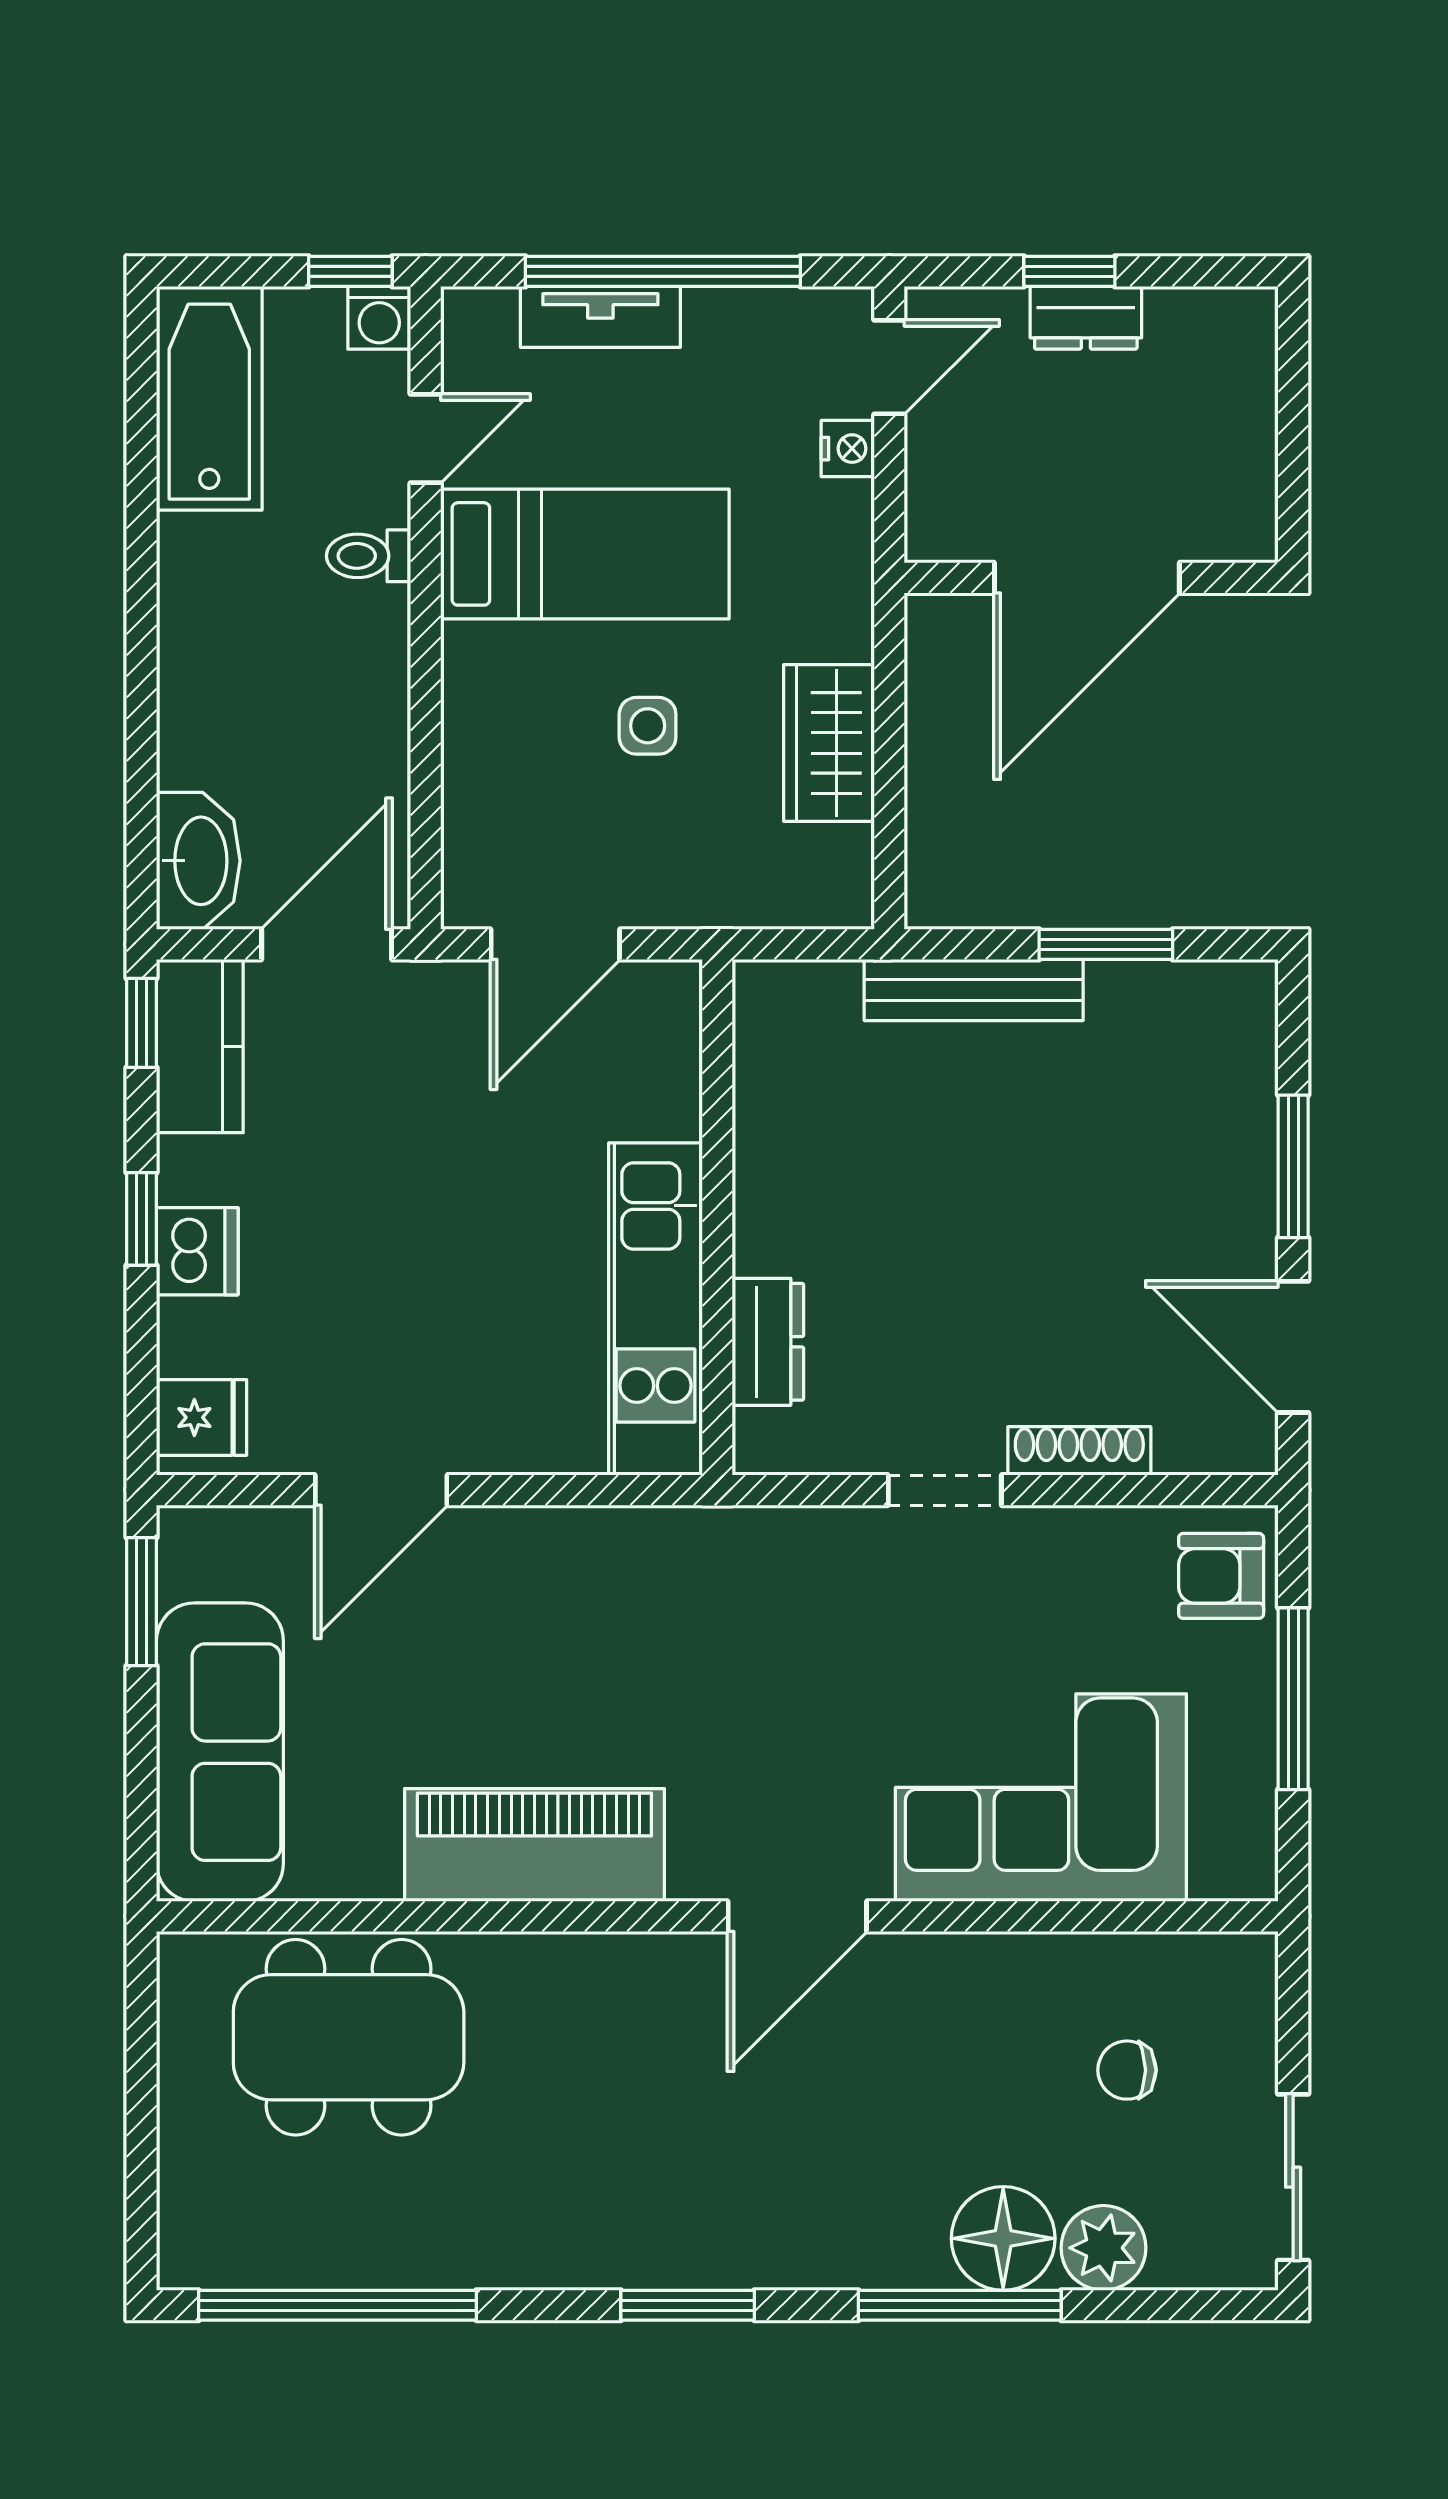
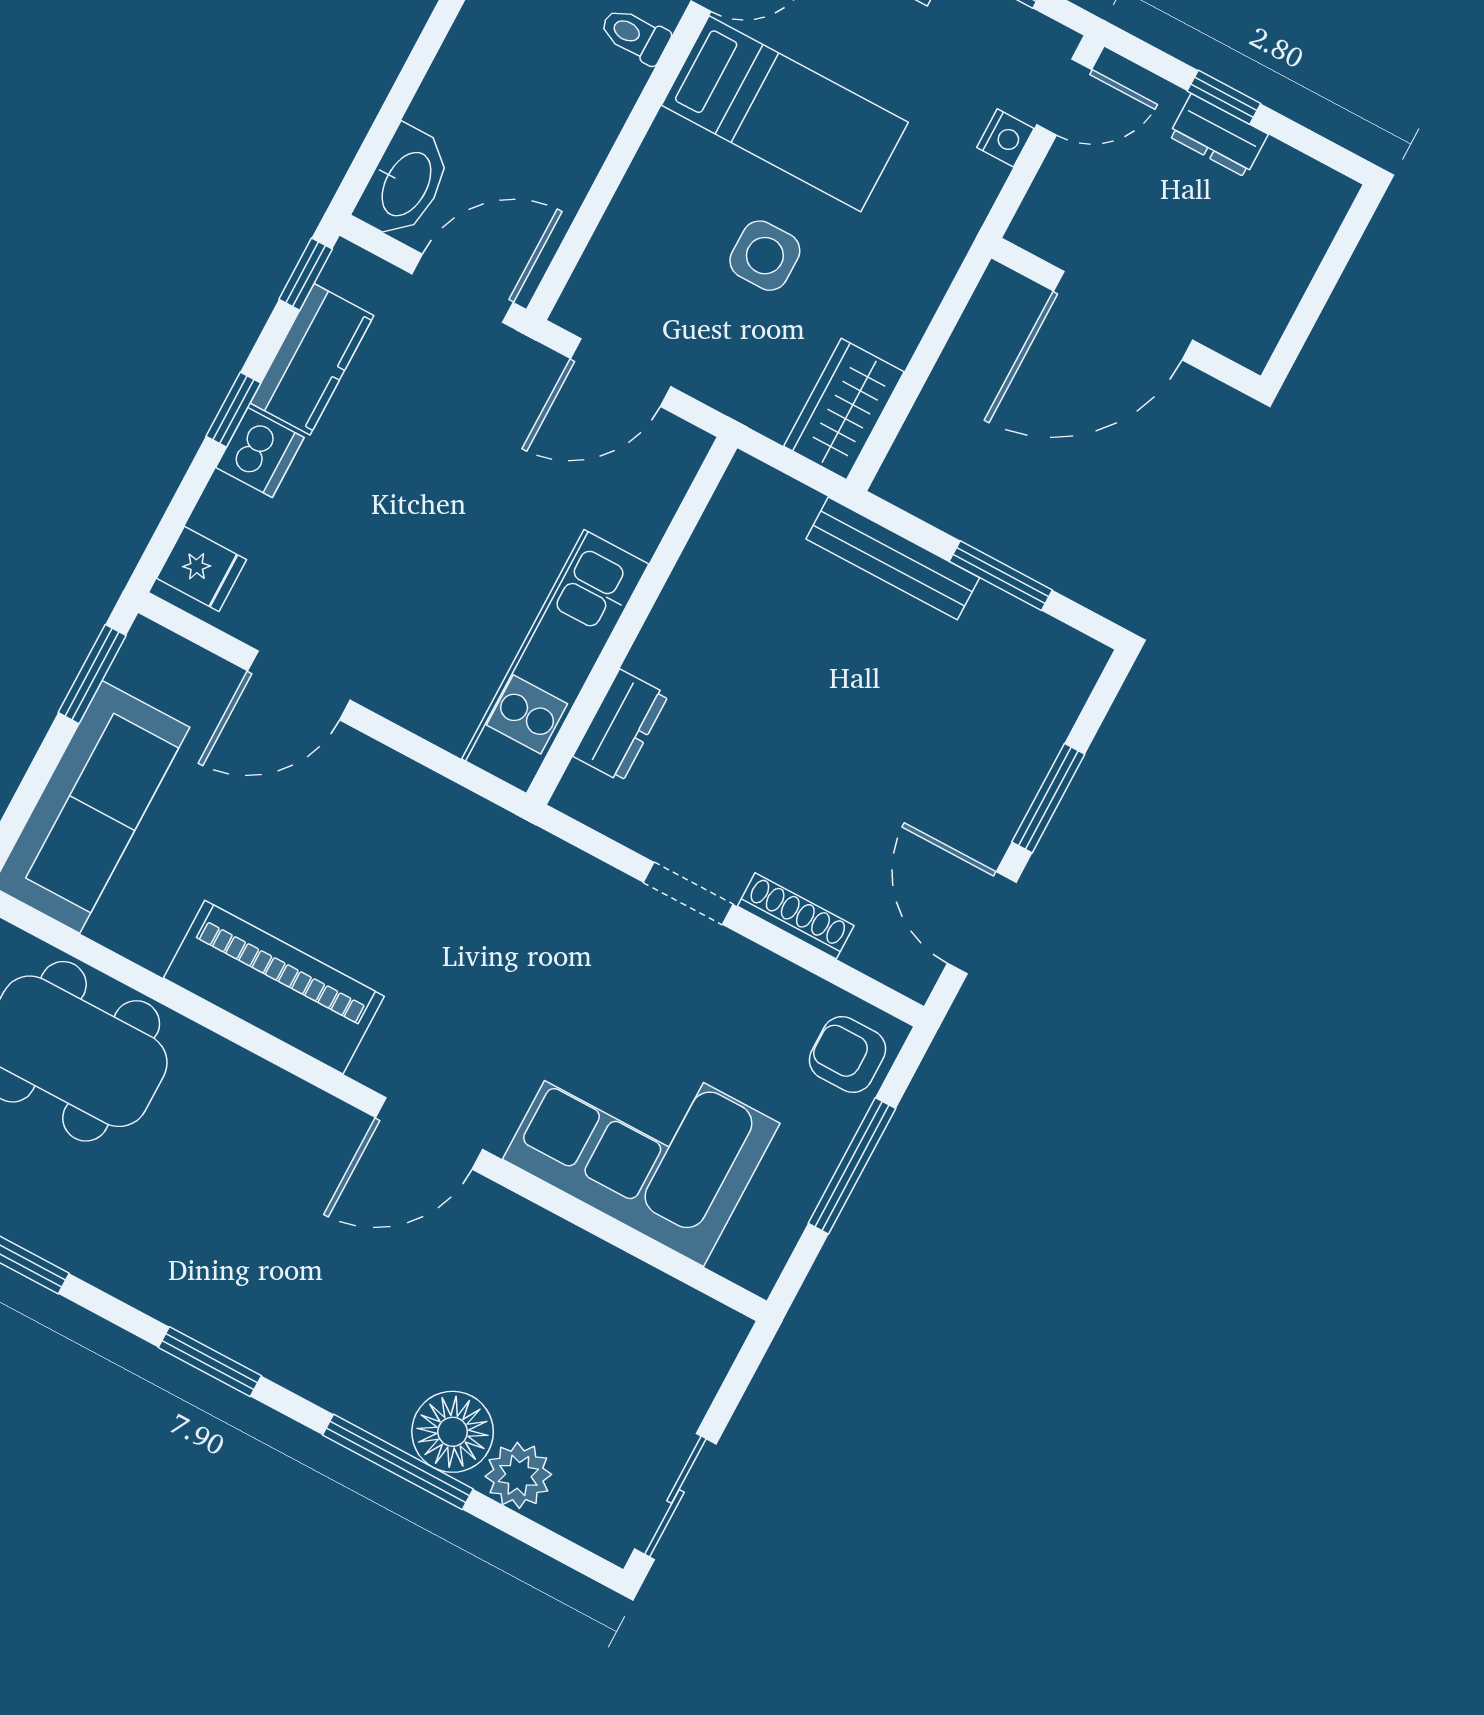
side table: (648, 726) -> (765, 256), width x1.37, depth x1.37
wardrobe: (829, 743) -> (844, 409), moved
kitchen counter: (200, 1046) -> (312, 359), moved
chair: (1127, 2070) -> (600, 1361), removed

